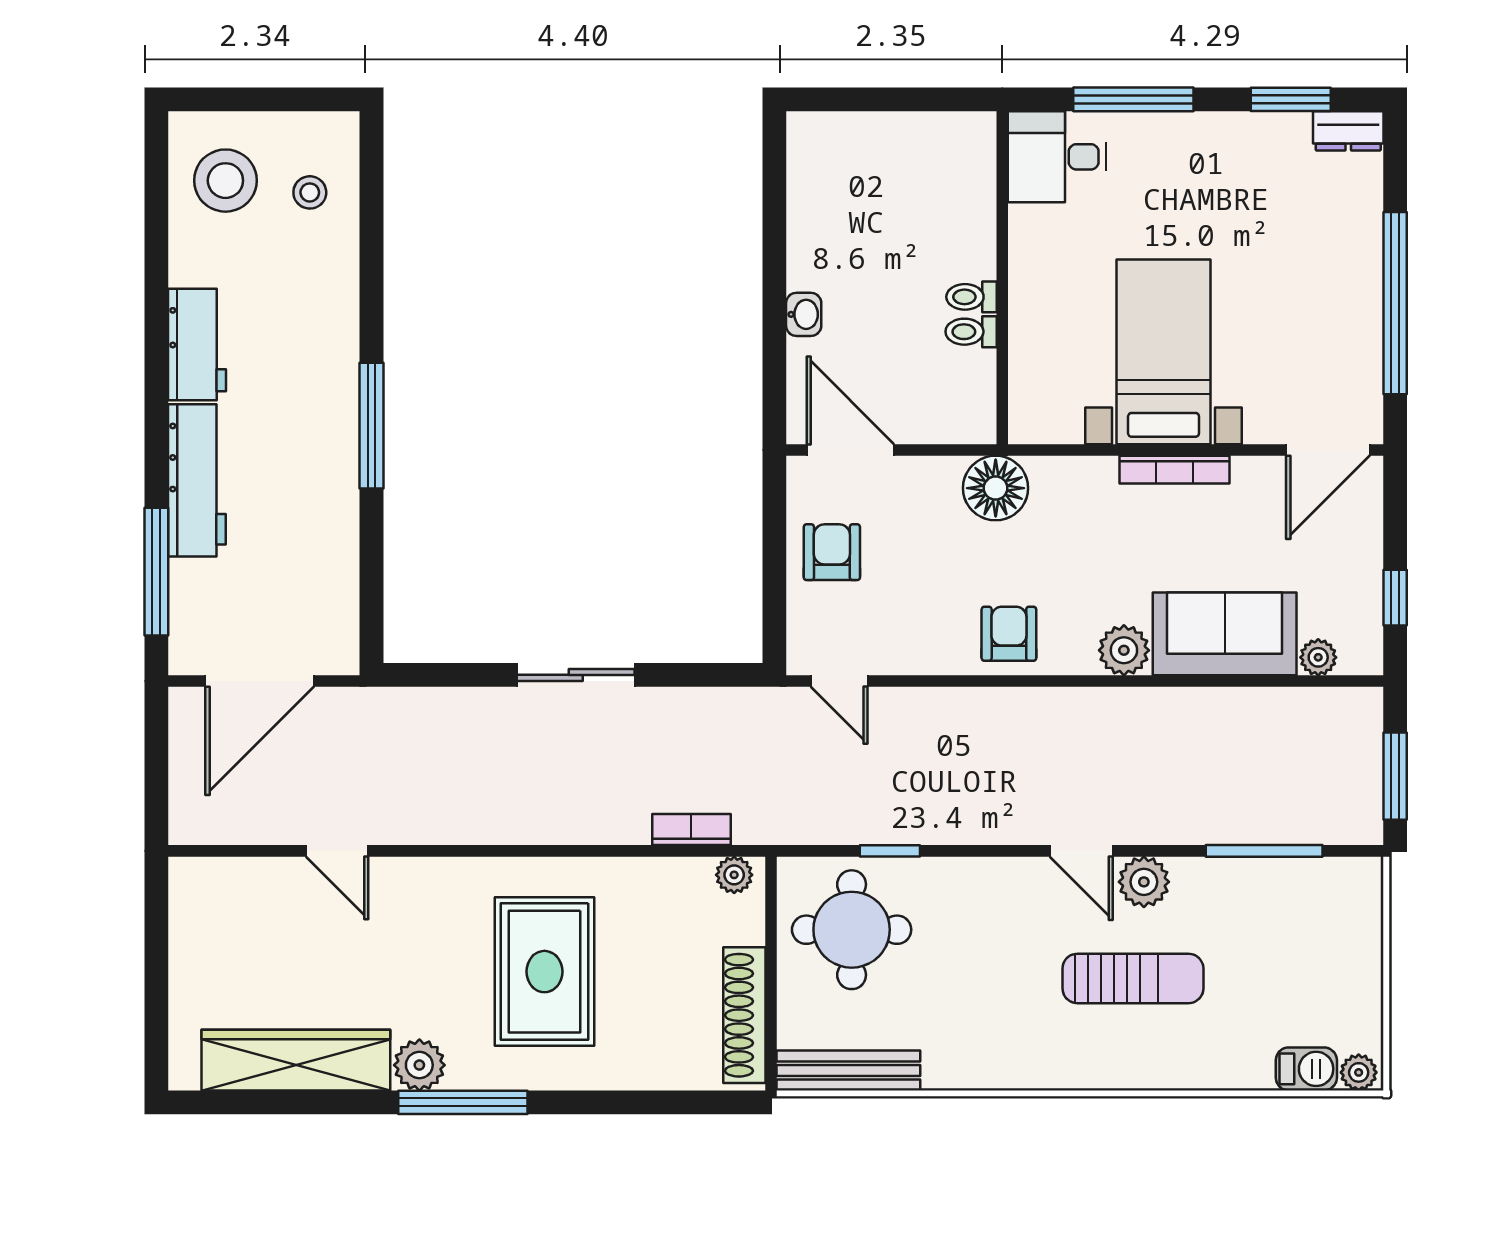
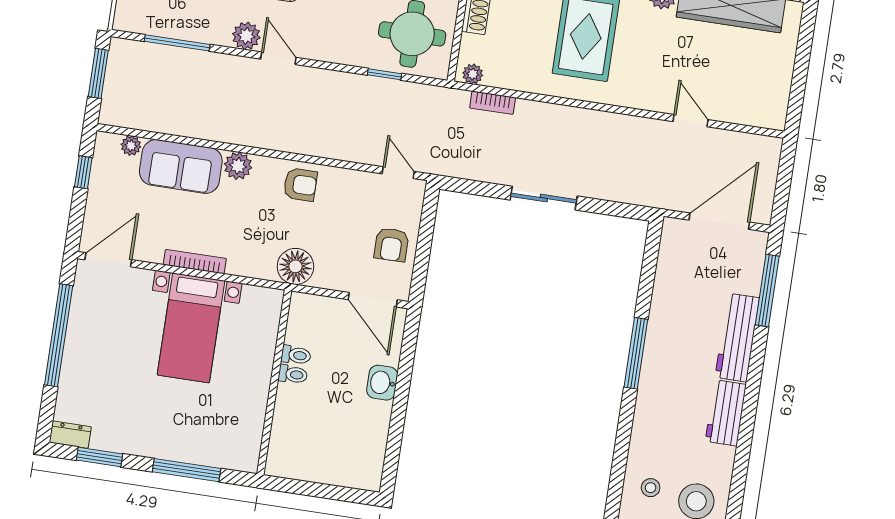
desk: (1057, 157) -> (234, 445), removed
washbasin: (804, 314) -> (382, 383), width x1.38, depth x1.45
armchair: (1009, 634) -> (300, 185), turned -90

